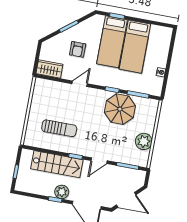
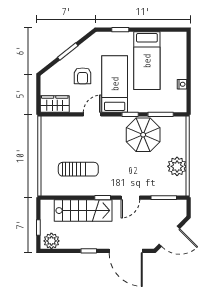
bed: (112, 42) -> (115, 84), moved, turned 180
plant: (62, 192) -> (51, 241), moved

